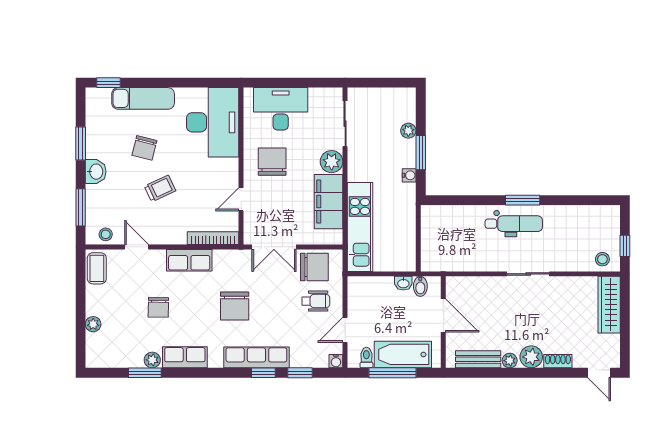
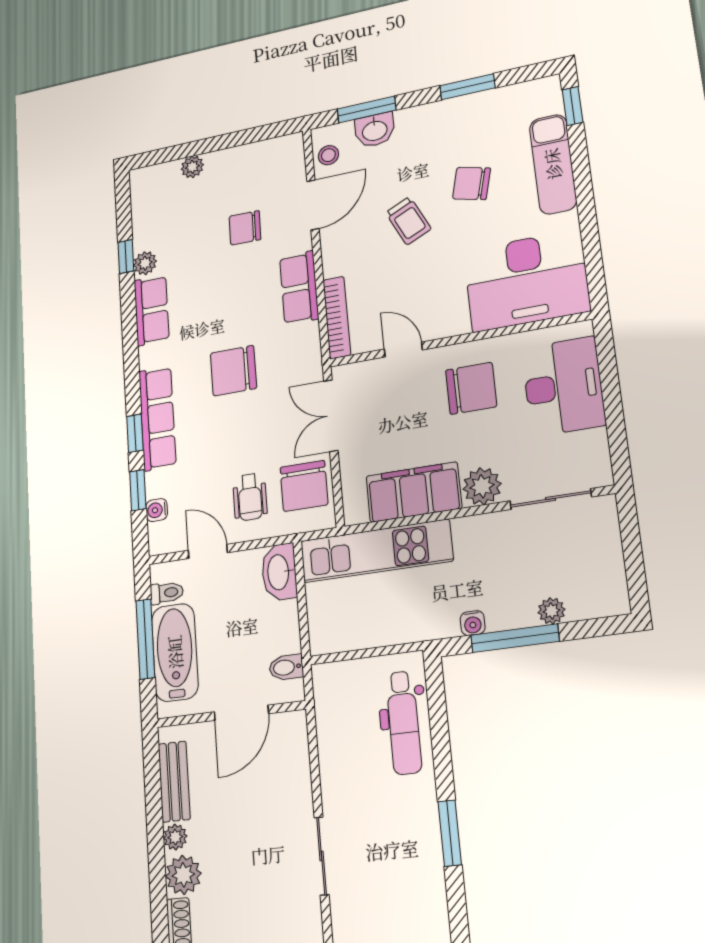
window: (421, 153) -> (515, 638), width x1.44
washbasin: (96, 172) -> (375, 130), moved
dental chair: (514, 224) -> (404, 723), moved
door: (137, 247) -> (313, 205), width x1.38
coffee table: (97, 268) -> (276, 154), removed
washbasin: (403, 283) -> (279, 572), moved, width x1.91, depth x1.45
chair: (158, 307) -> (245, 228), moved
water cooler: (336, 361) -> (157, 510), moved
window: (145, 373) -> (126, 257), width x0.67

